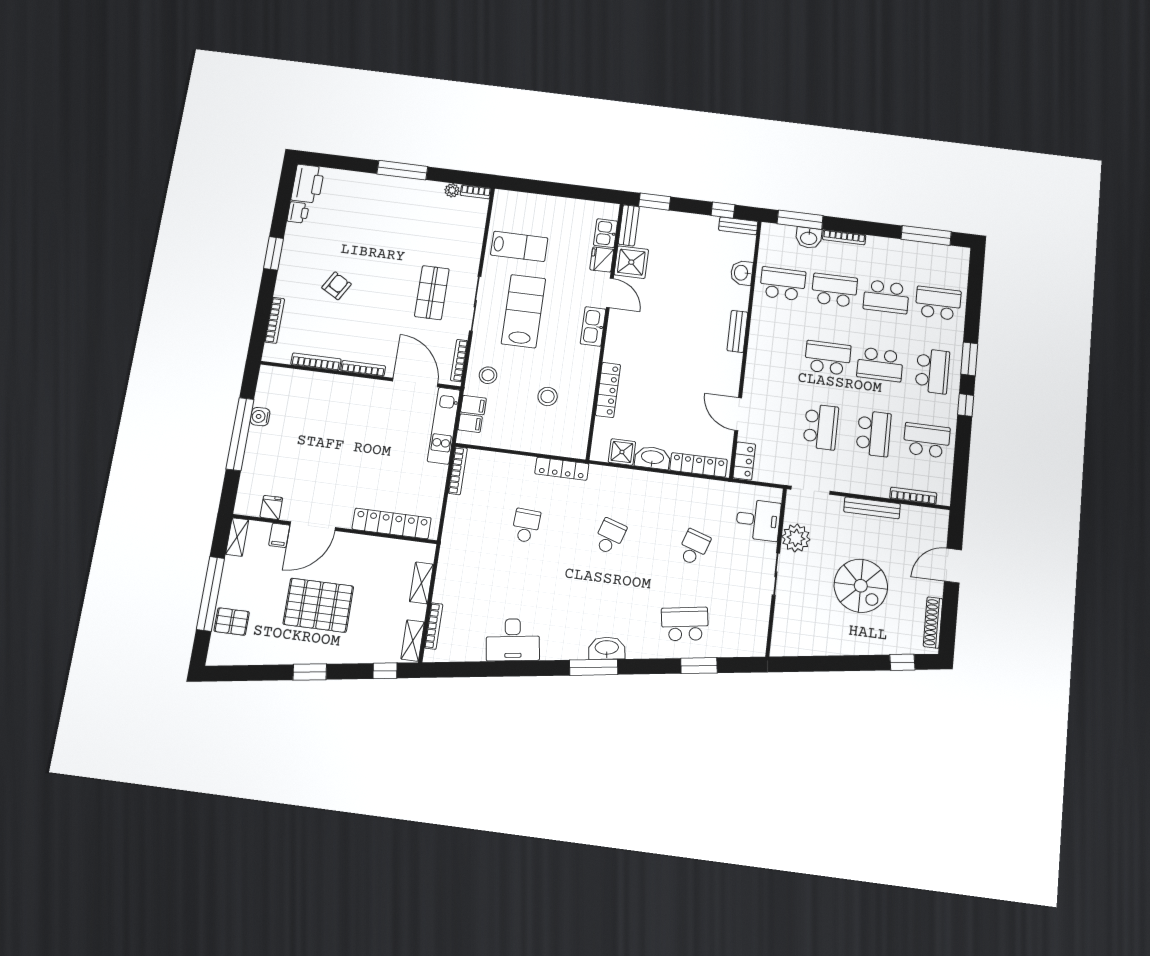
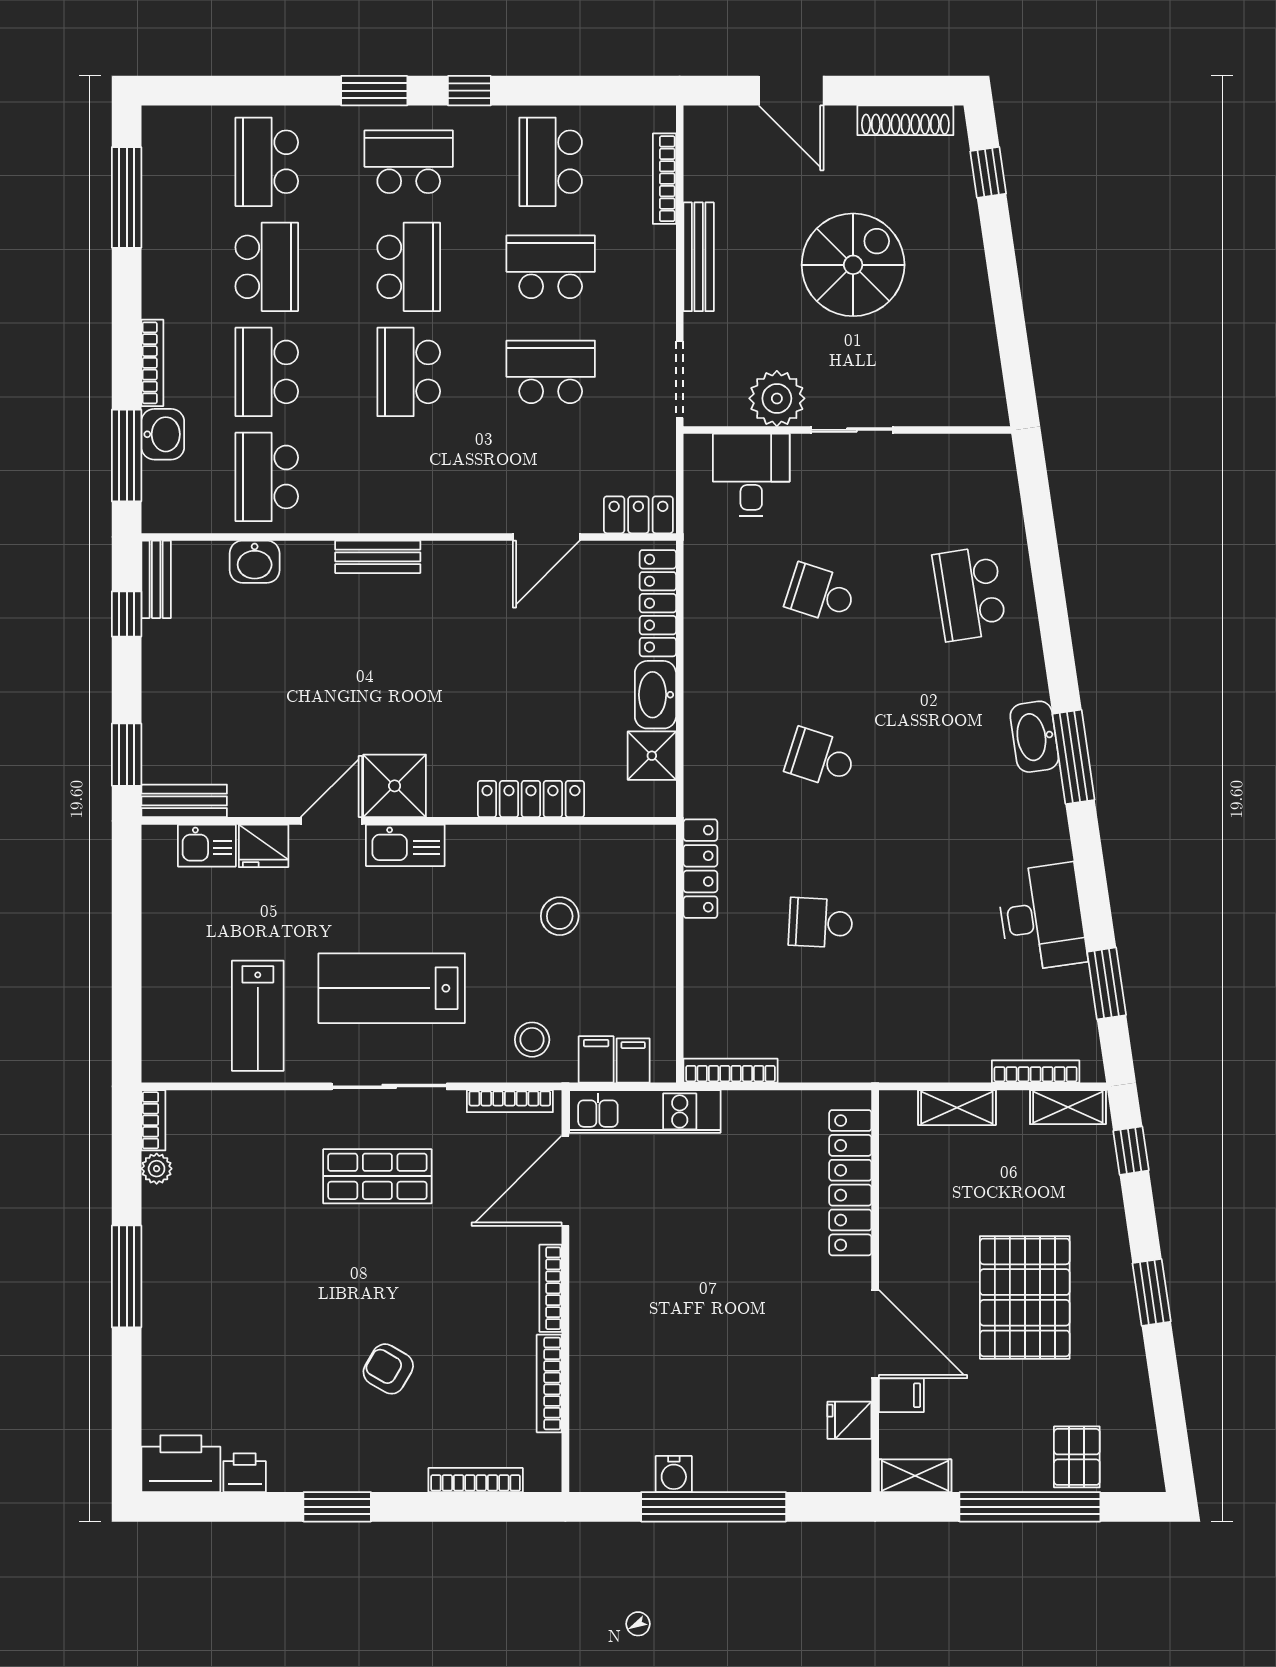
lab bench: (519, 246) -> (258, 1016), turned 180
shower: (631, 262) -> (395, 786), moved
window: (699, 666) -> (1107, 983), moved

